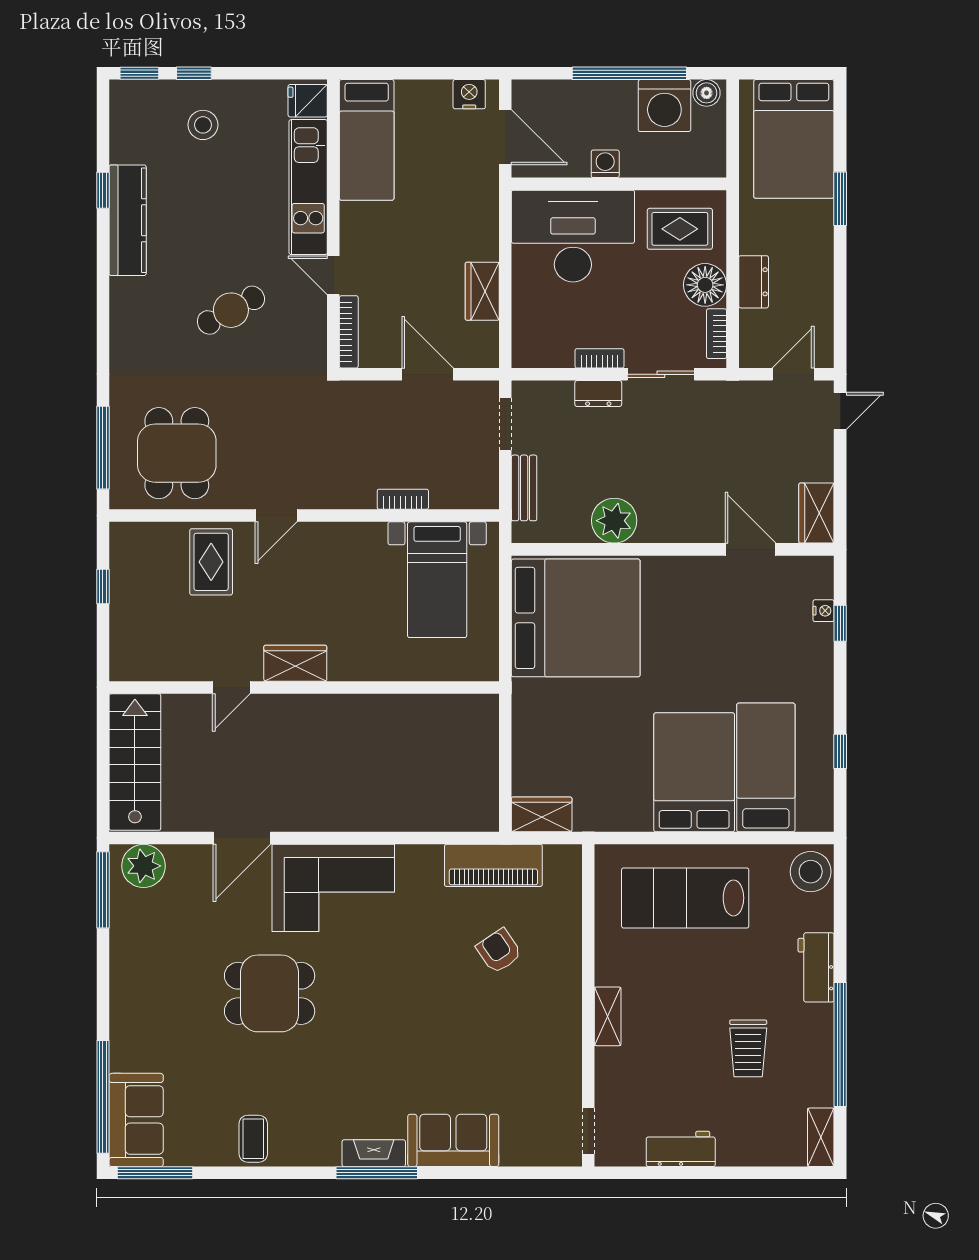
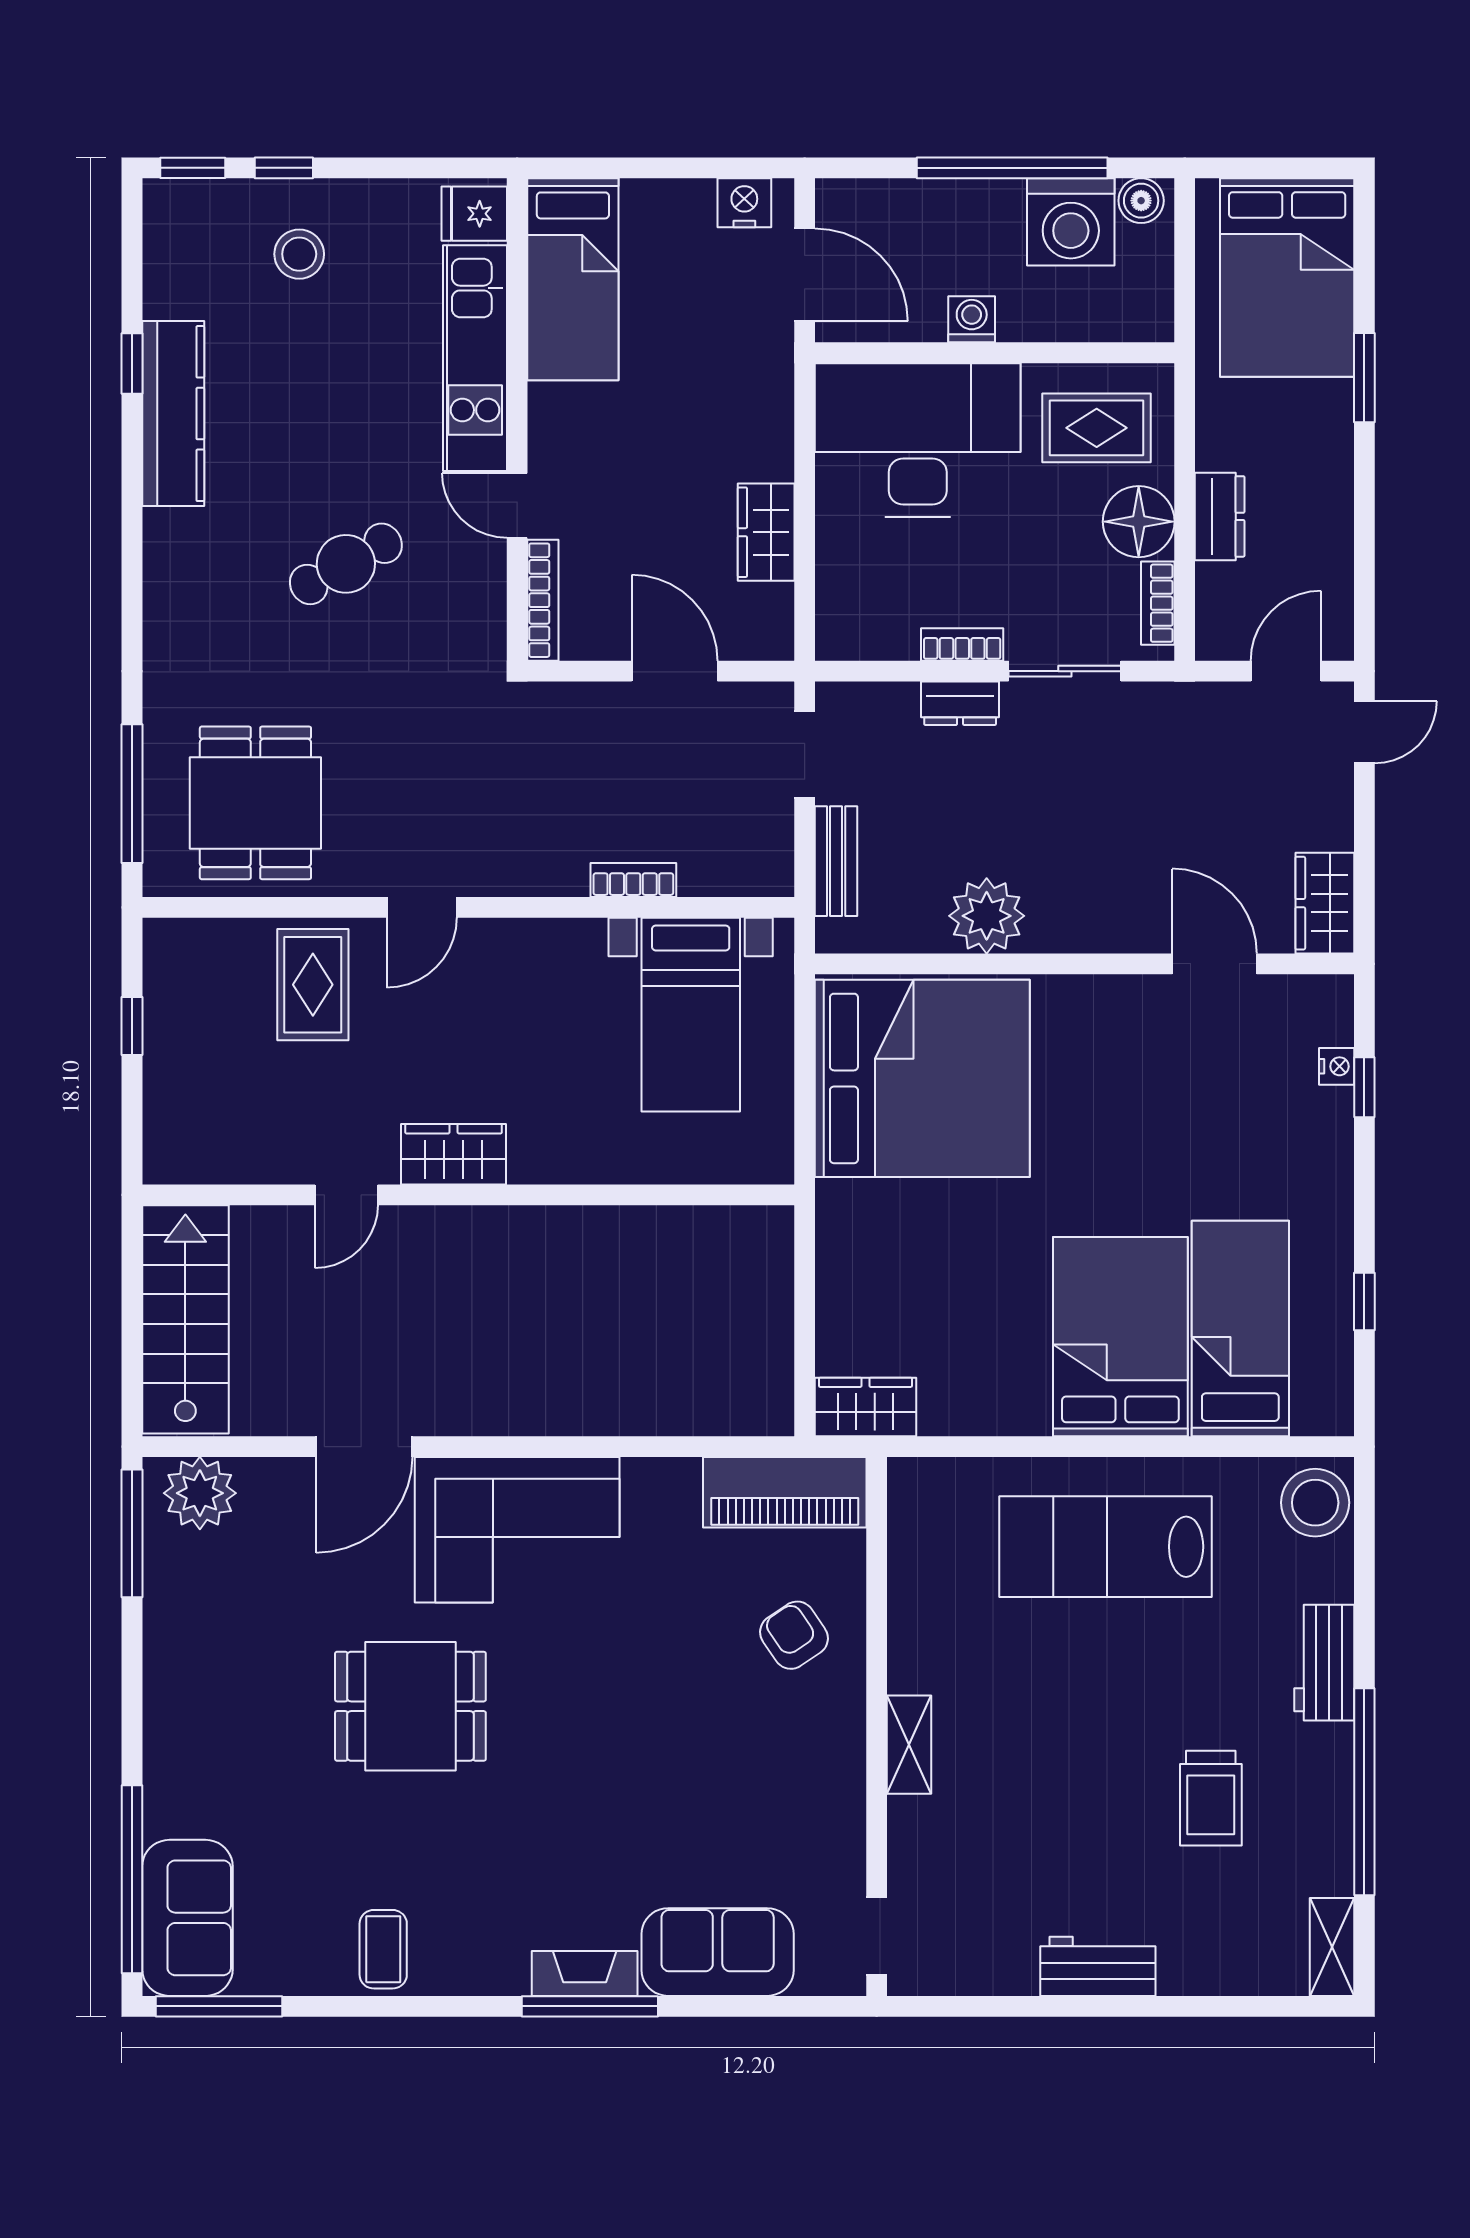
wall: (588, 1005) -> (877, 1726), moved
shelving: (608, 1016) -> (909, 1745), moved
doorway: (588, 1131) -> (877, 1936), moved

